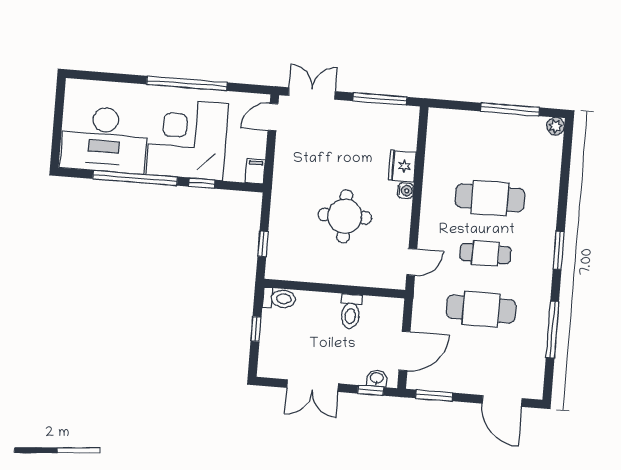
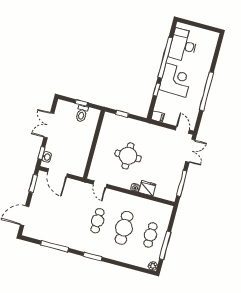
desk: (104, 139) -> (183, 45), width x0.73, depth x0.77
corner desk: (187, 139) -> (176, 80), width x0.74, depth x0.74
toilet: (279, 298) -> (82, 114), moved
cafe table: (481, 309) -> (151, 235), moved, width x0.73, depth x0.74
toilet: (351, 311) -> (81, 150), removed

